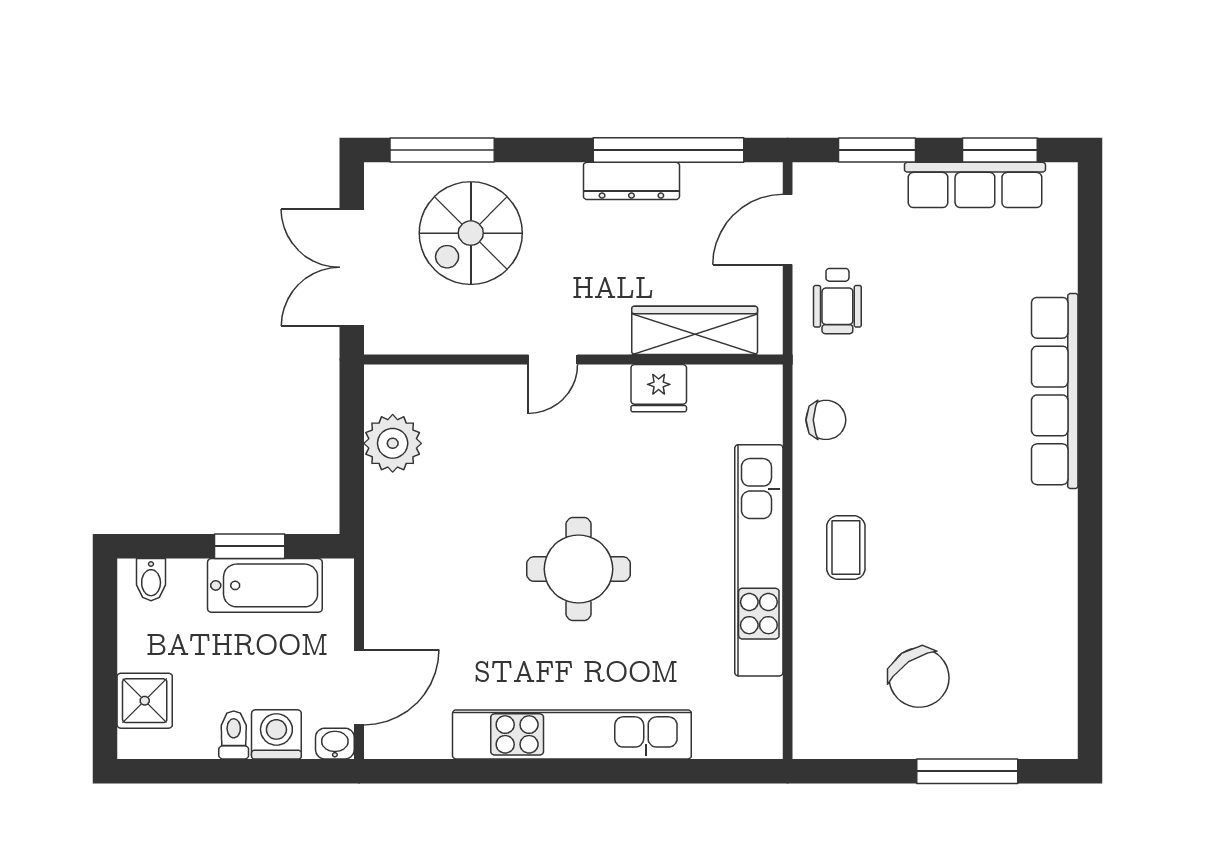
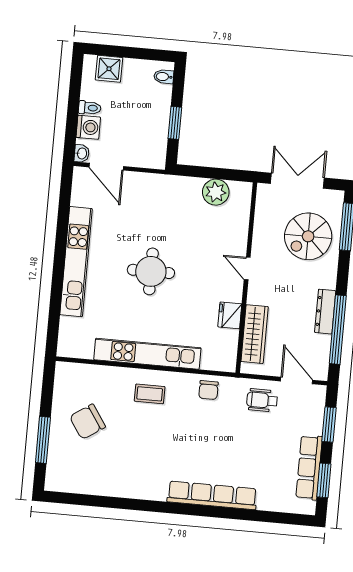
spiral stairs: (471, 233) -> (308, 236), turned -90
bathtub: (265, 585) -> (156, 128), removed

